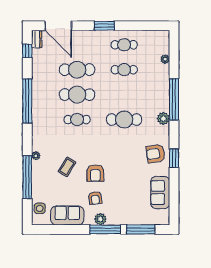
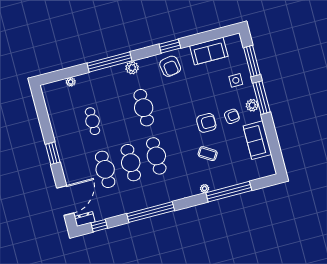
cafe table: (124, 45) -> (67, 128), removed
cafe table: (77, 120) -> (156, 156), width x1.37, depth x1.35
side table: (40, 208) -> (236, 80), moved

